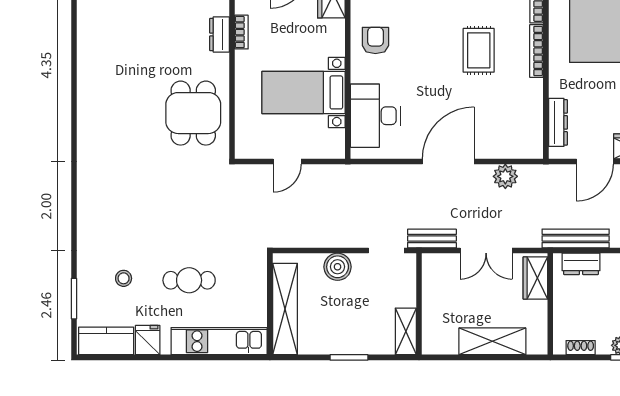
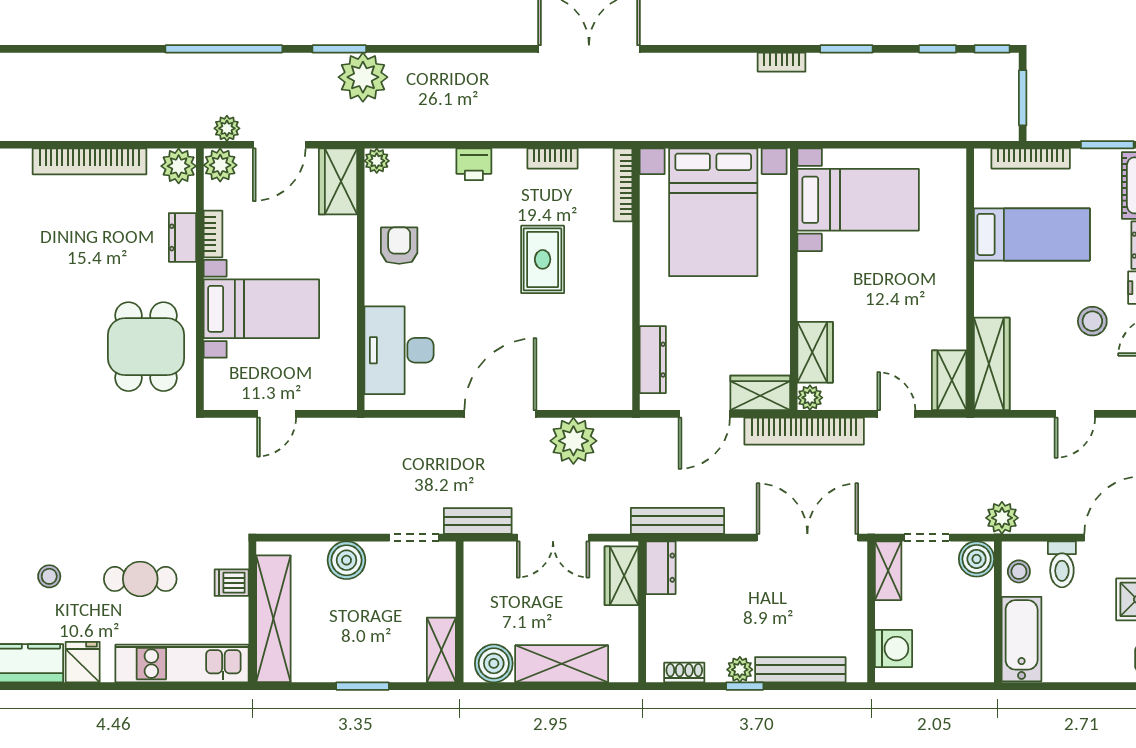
bookcase: (536, 51) -> (623, 260), removed
bed with nightstands: (303, 92) -> (261, 309), moved, turned 180
plant: (505, 176) -> (573, 441), width x1.36, depth x1.36
dresser: (581, 264) -> (661, 568), moved, turned -90
dishwasher: (255, 283) -> (232, 583), added
boiler: (443, 341) -> (494, 663), added

